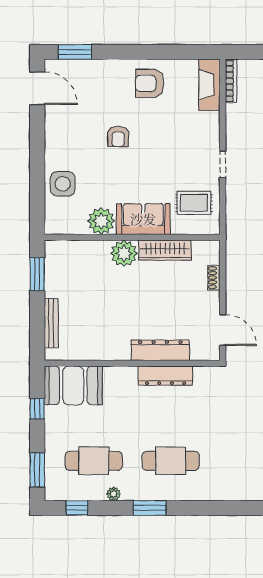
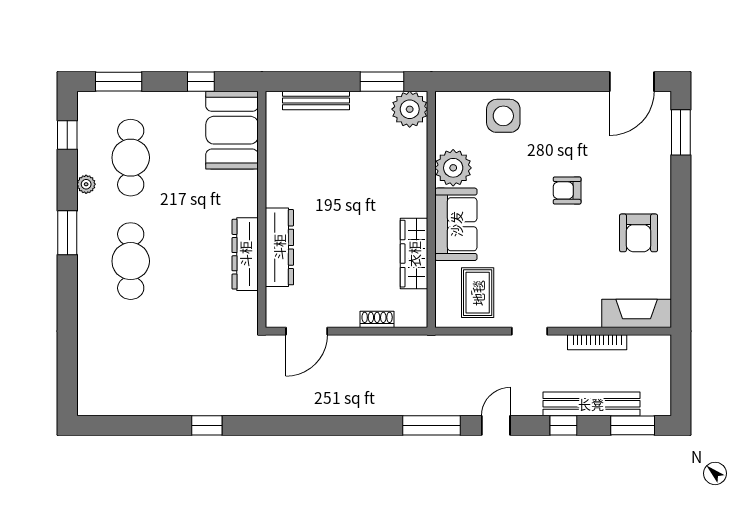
bookcase: (231, 81) -> (597, 342), moved
armchair: (150, 83) -> (639, 233), turned 180
plant: (124, 253) -> (410, 109), moved

